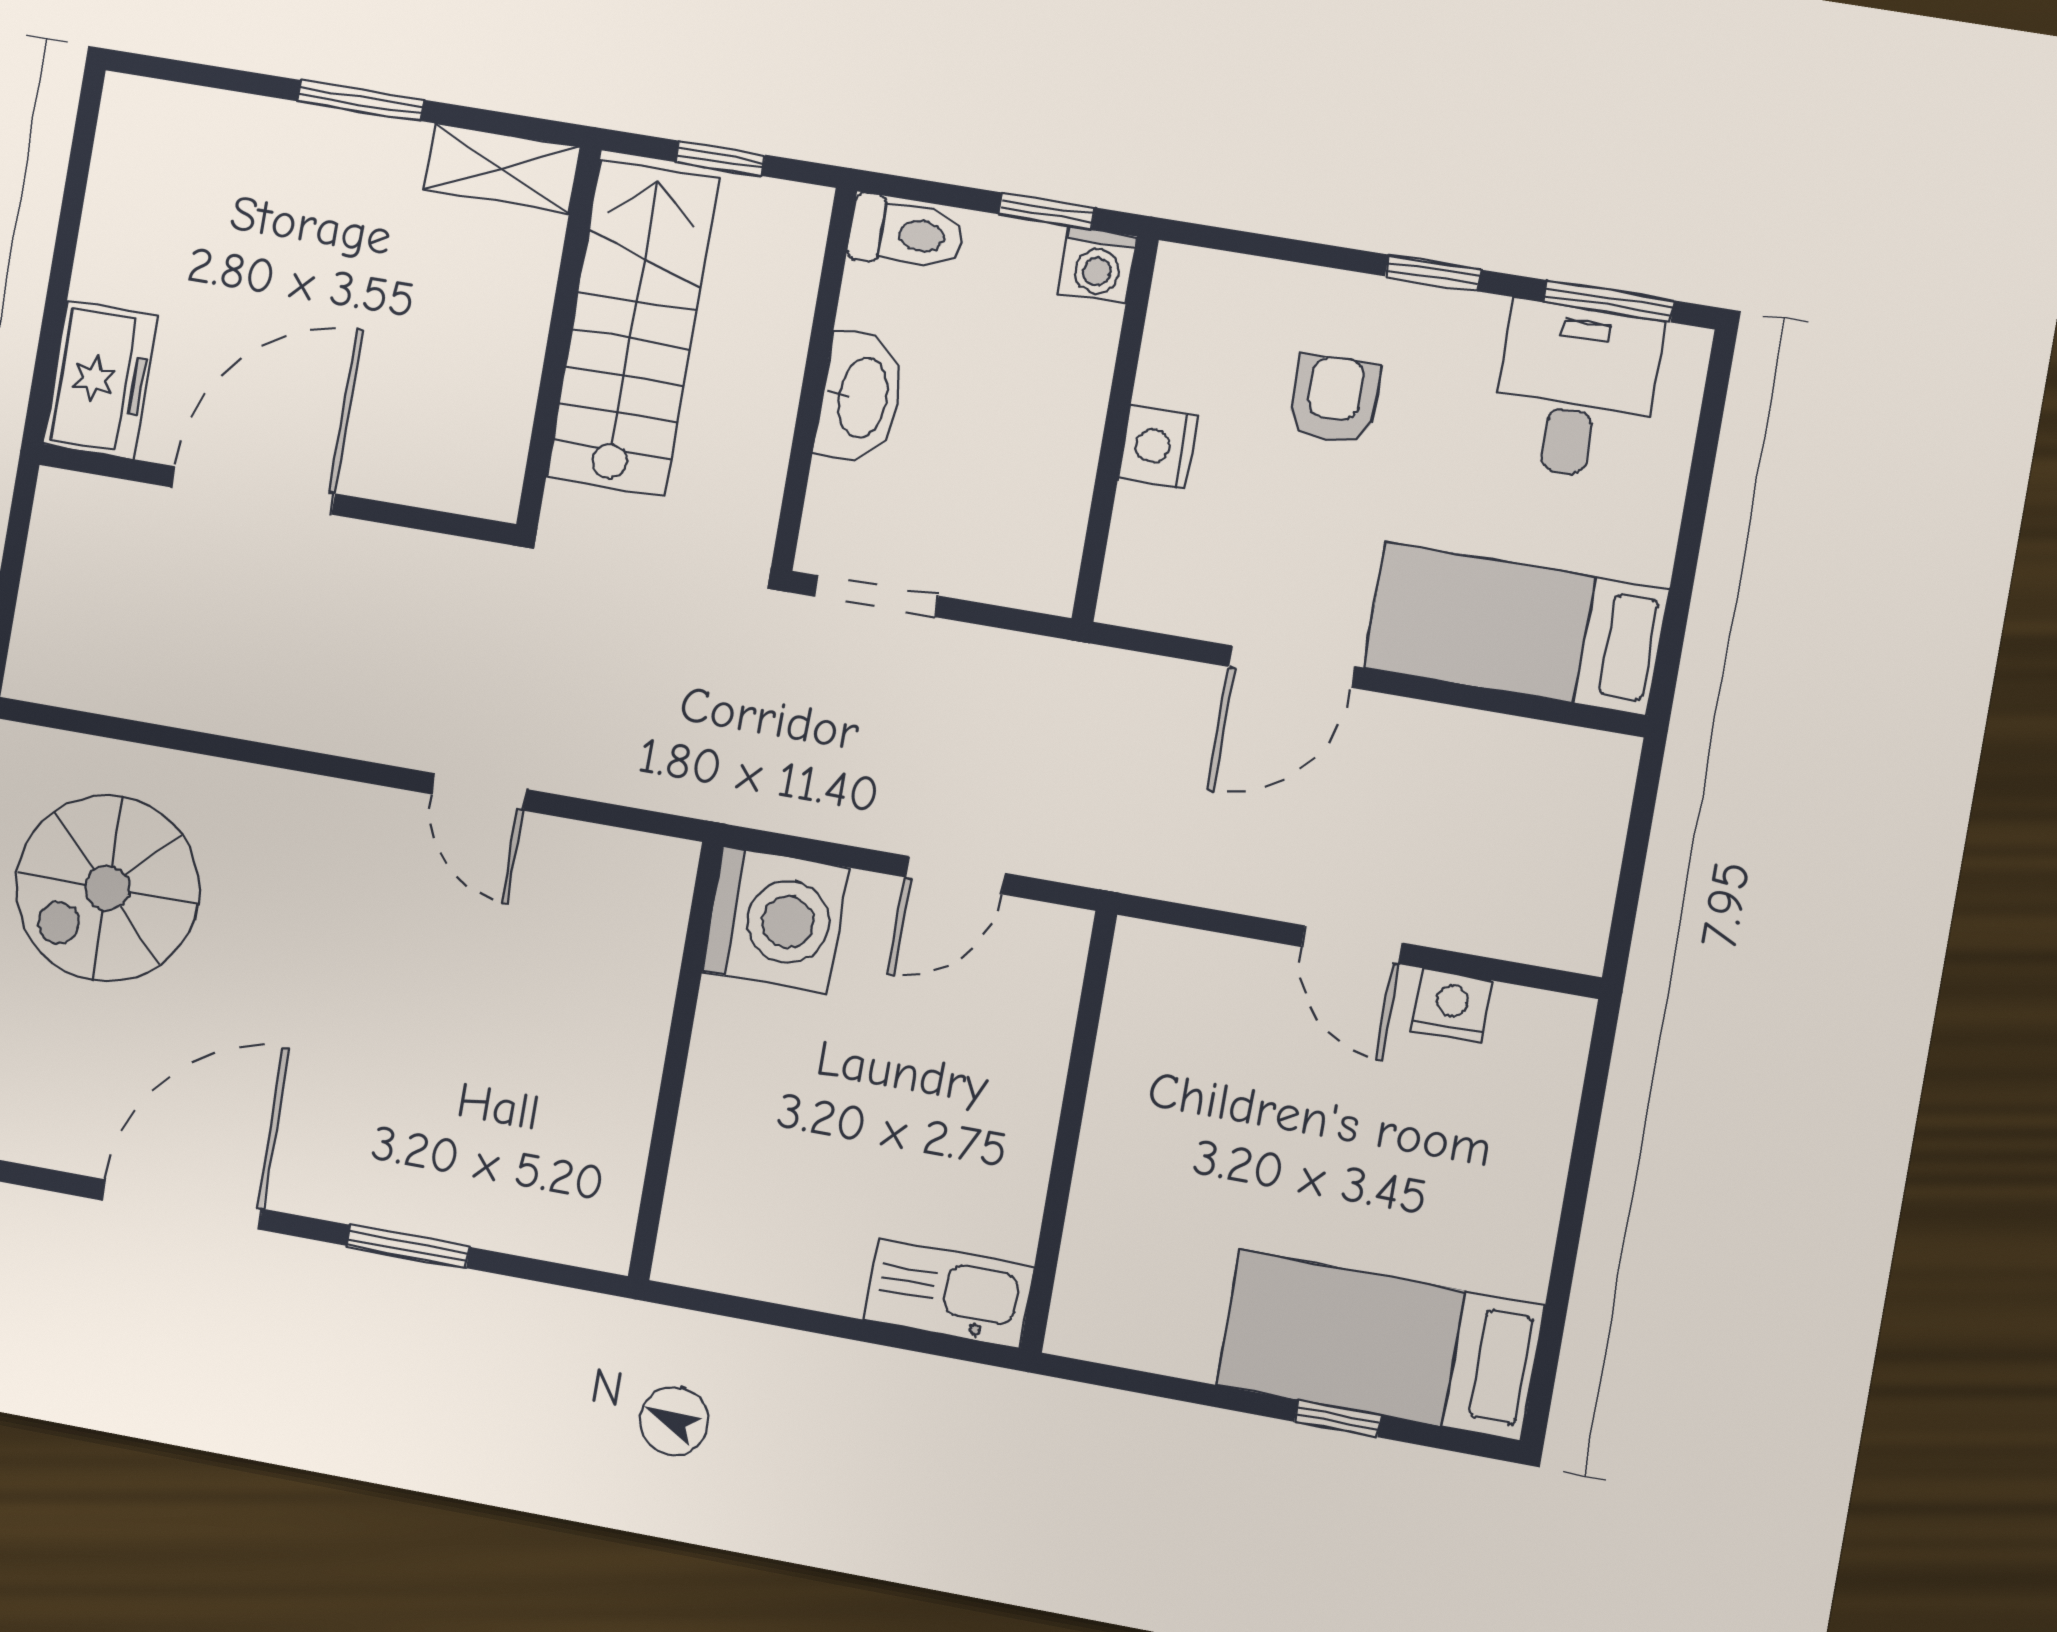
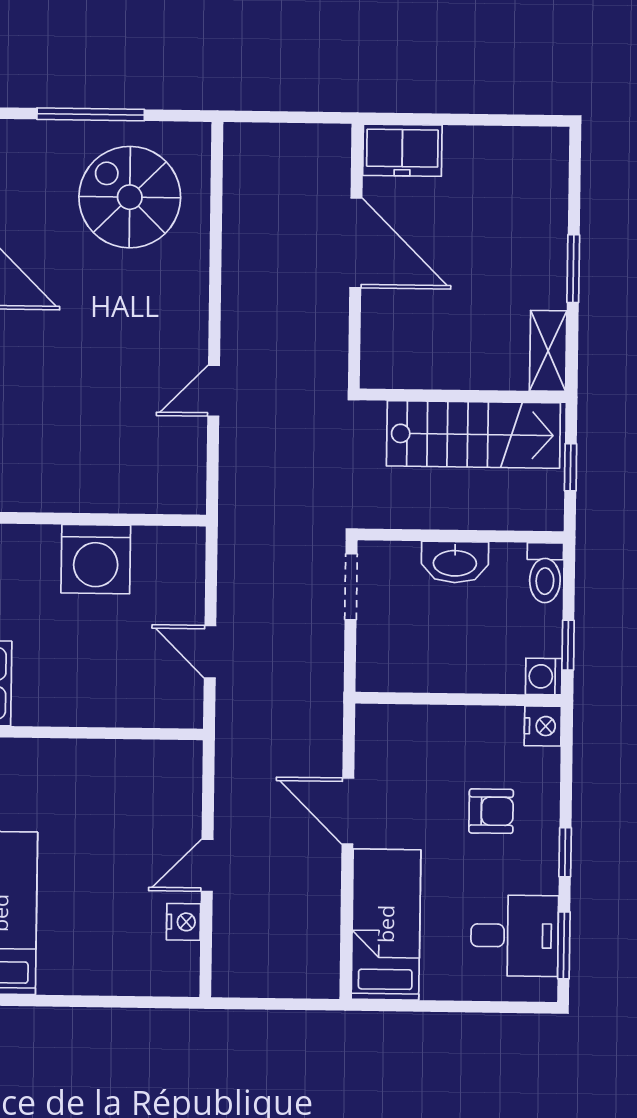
nightstand: (1158, 447) -> (543, 726), moved, turned 90
washing machine: (775, 920) -> (96, 559), moved

